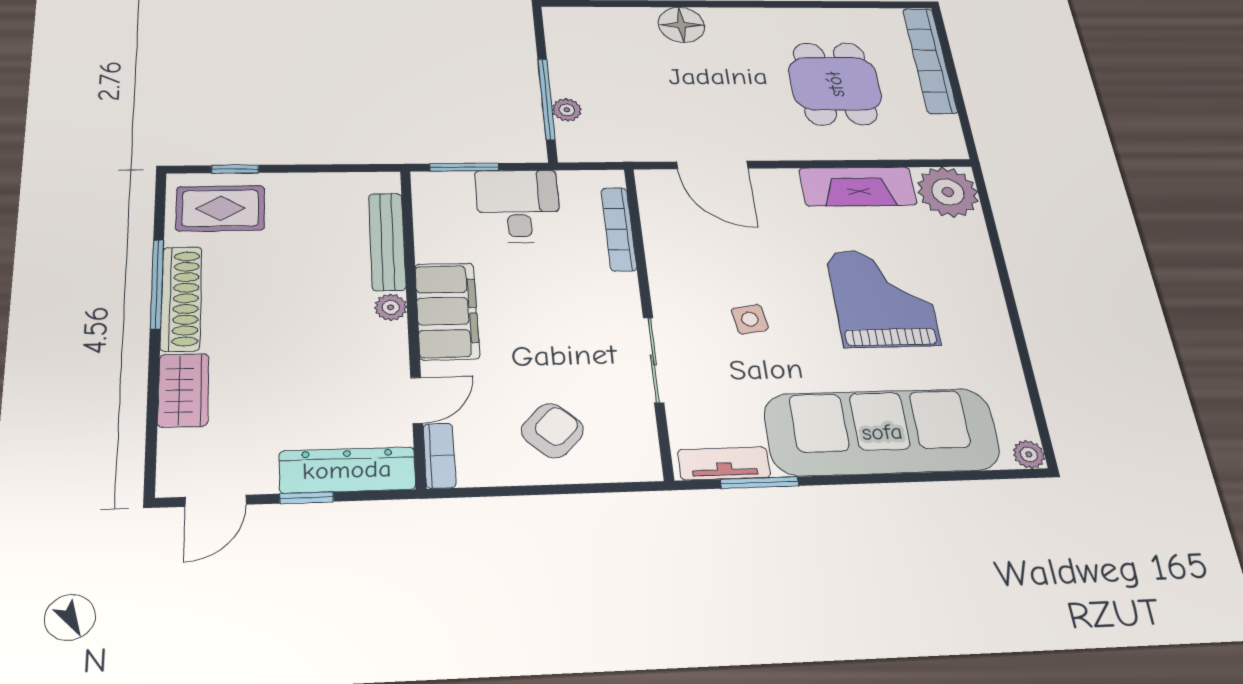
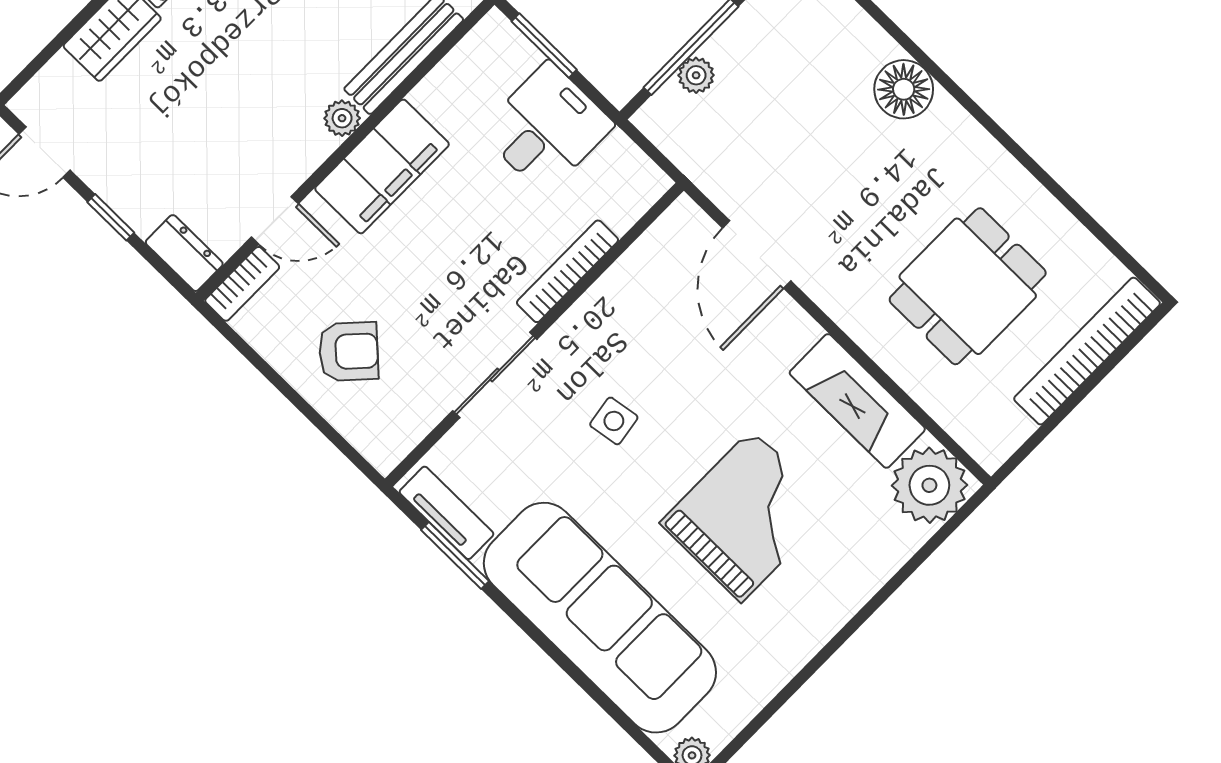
bookcase: (619, 229) -> (567, 271), moved
dresser: (347, 470) -> (184, 253), width x0.51, depth x0.80

